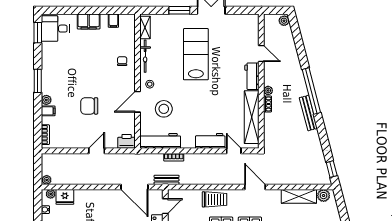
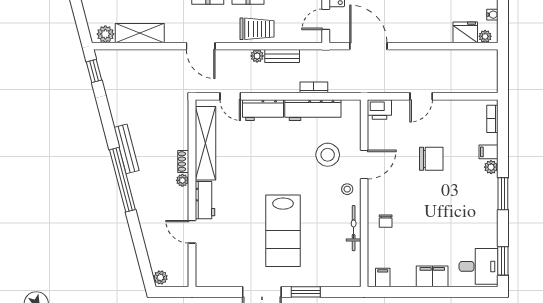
filing cabinet: (113, 21) -> (383, 277), moved
shelving: (145, 27) -> (354, 268), removed
workbench: (160, 141) -> (313, 110), moved
plant: (47, 180) -> (257, 56), moved
bench: (167, 180) -> (282, 56), moved
trolley: (215, 199) -> (257, 29), turned 180

